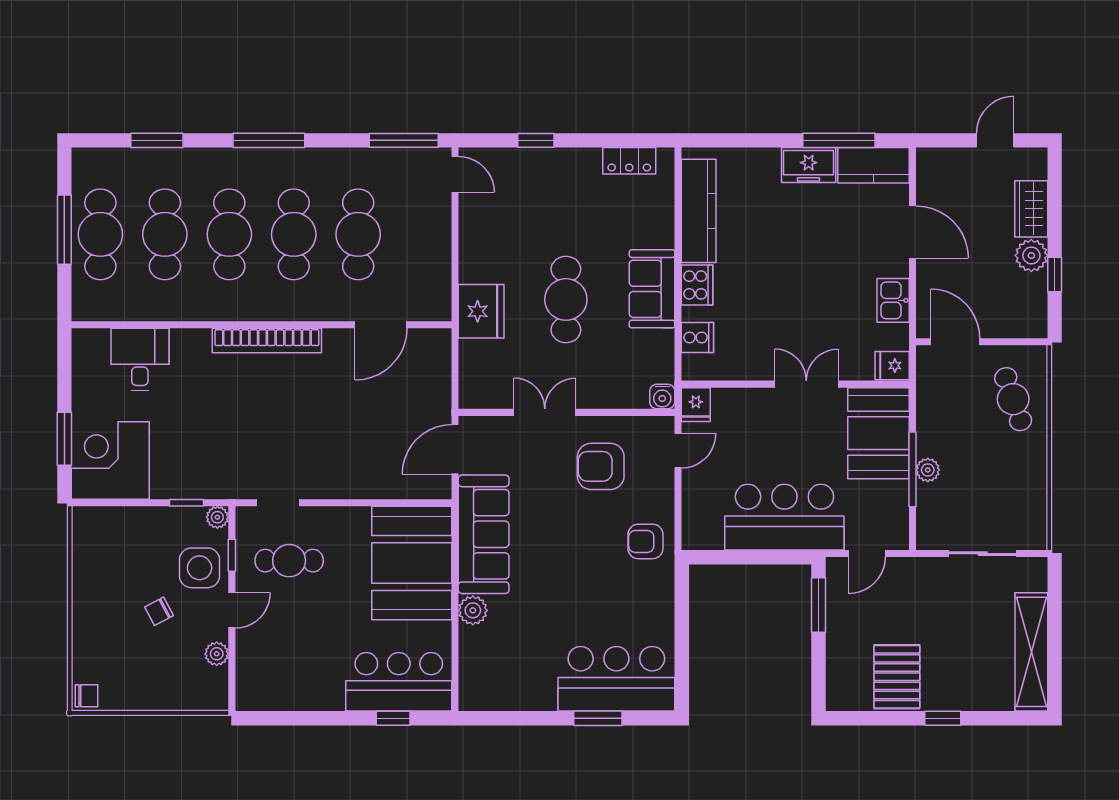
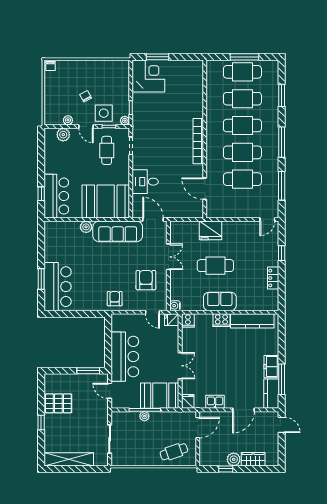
window: (404, 140) -> (282, 186), moved
door: (995, 140) -> (282, 425), moved
locker: (629, 161) -> (273, 278), moved
cooker: (697, 337) -> (188, 320), moved
desk: (140, 359) -> (145, 182), moved, turned 180
plant: (251, 665) -> (63, 135), added

